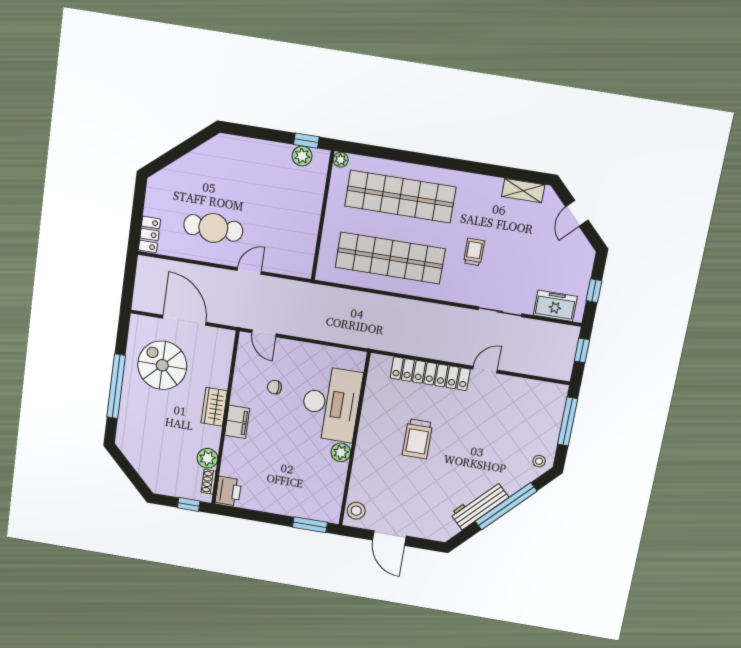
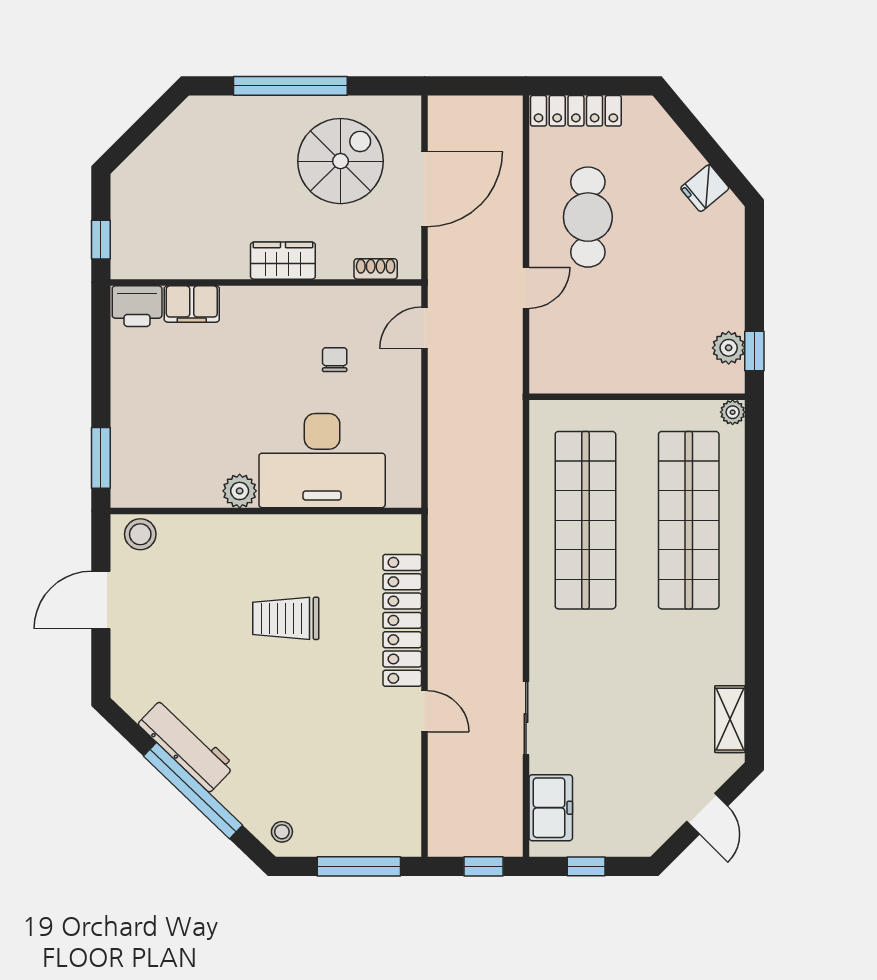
fridge: (206, 155) -> (705, 188), added
door: (577, 213) -> (707, 814), swing flipped
locker: (149, 234) -> (576, 111), width x1.53
trolley: (474, 252) -> (618, 657), removed
door: (249, 271) -> (526, 288), hinge flipped
filing cabinet: (237, 422) -> (192, 304), moved
plant: (207, 458) -> (190, 261), removed
shoe rack: (208, 482) -> (376, 269), moved

